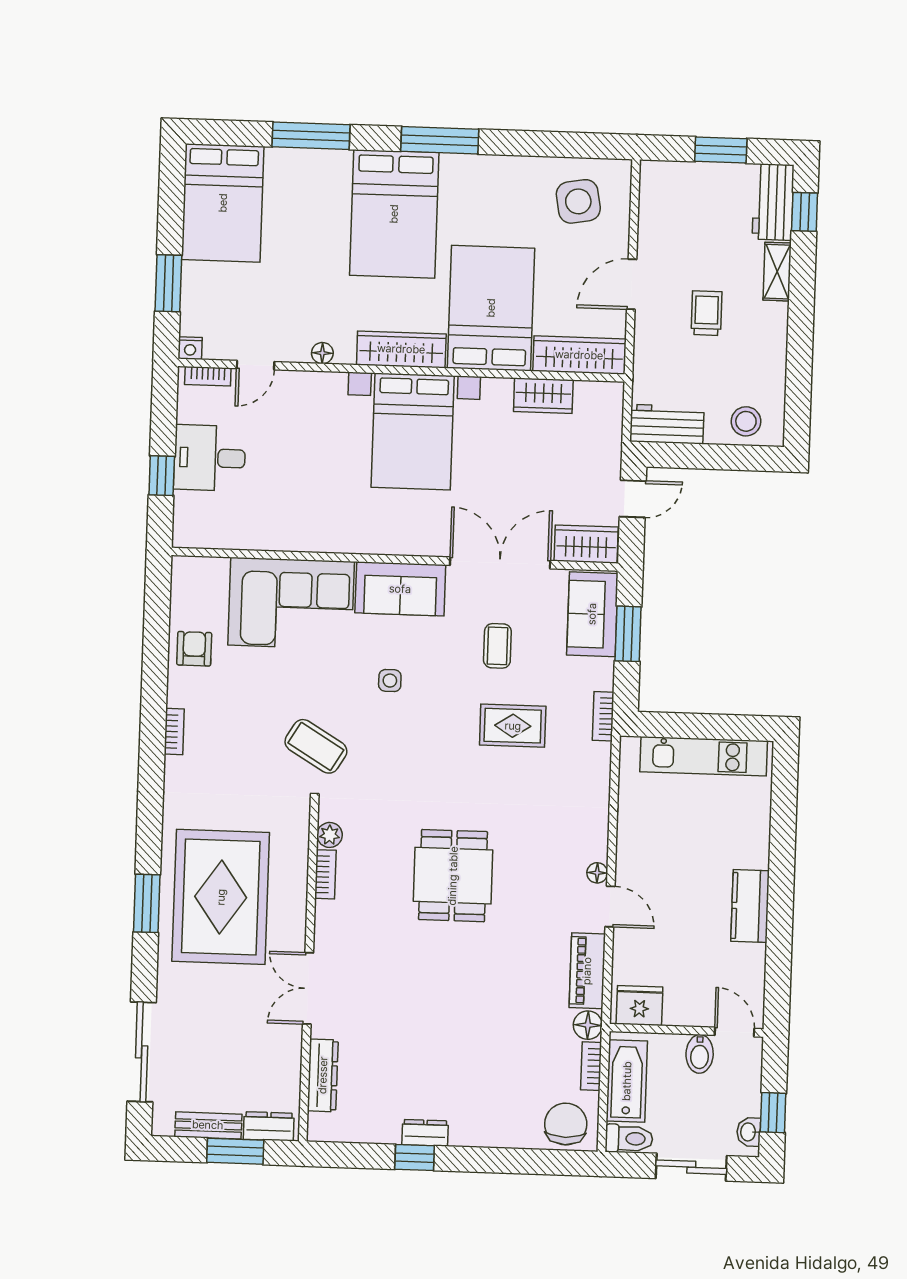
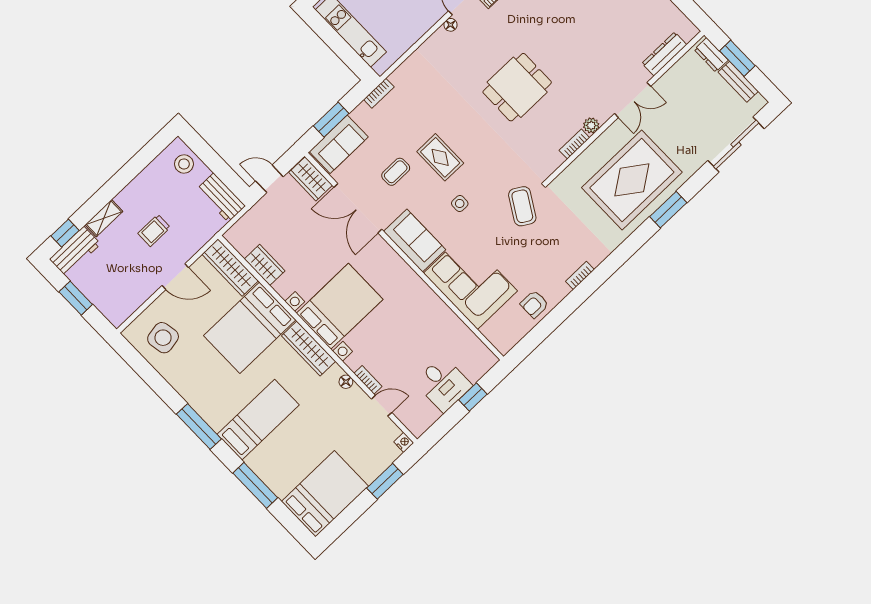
bed: (394, 214) -> (258, 420), width x0.67
bookcase: (208, 376) -> (368, 380), moved
rug: (513, 726) -> (440, 157), moved
plant: (330, 835) -> (591, 125), moved

